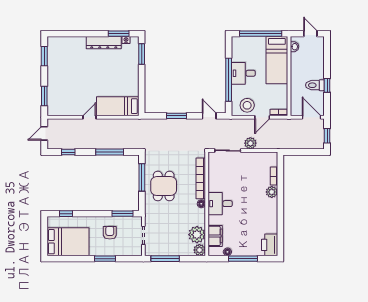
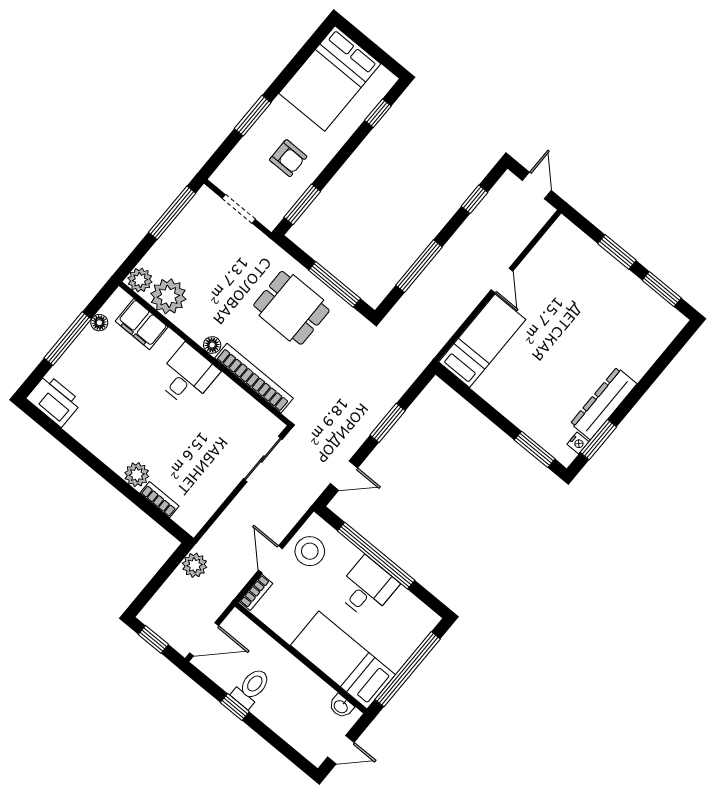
window: (44, 96) -> (617, 252), moved
plant: (250, 143) -> (195, 565), moved

